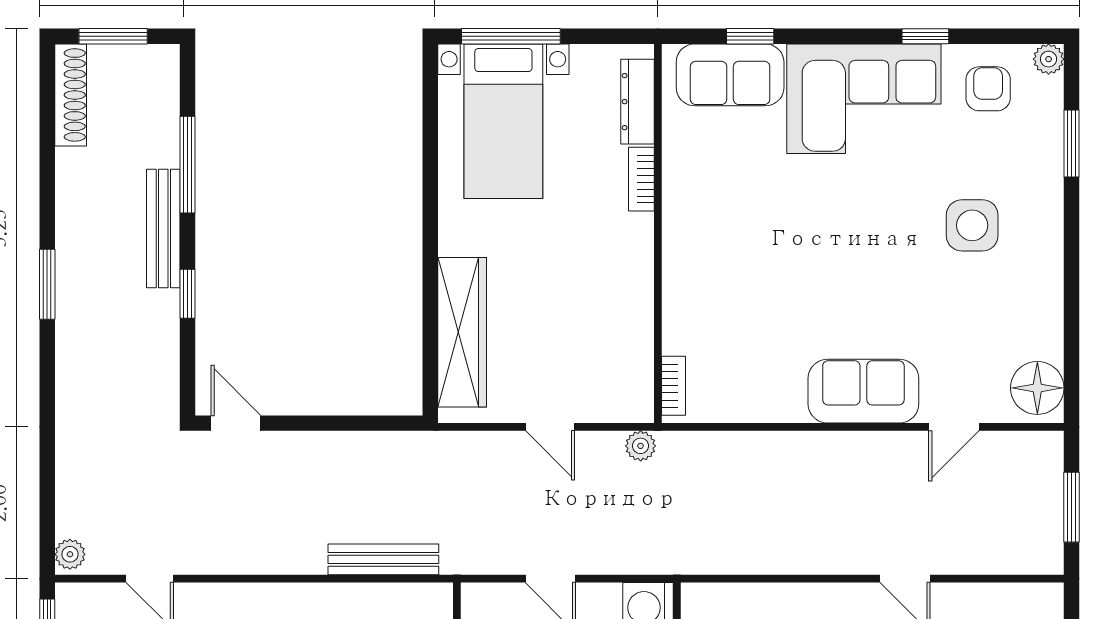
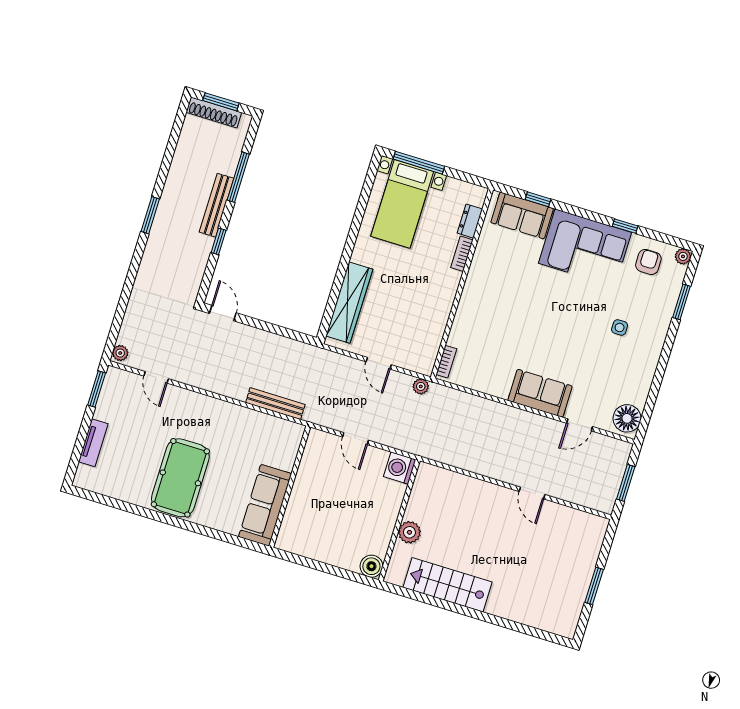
shoe rack: (71, 95) -> (214, 112), moved, turned 90
dresser: (638, 102) -> (470, 221), width x0.70
side table: (972, 225) -> (620, 327), width x0.54, depth x0.54

